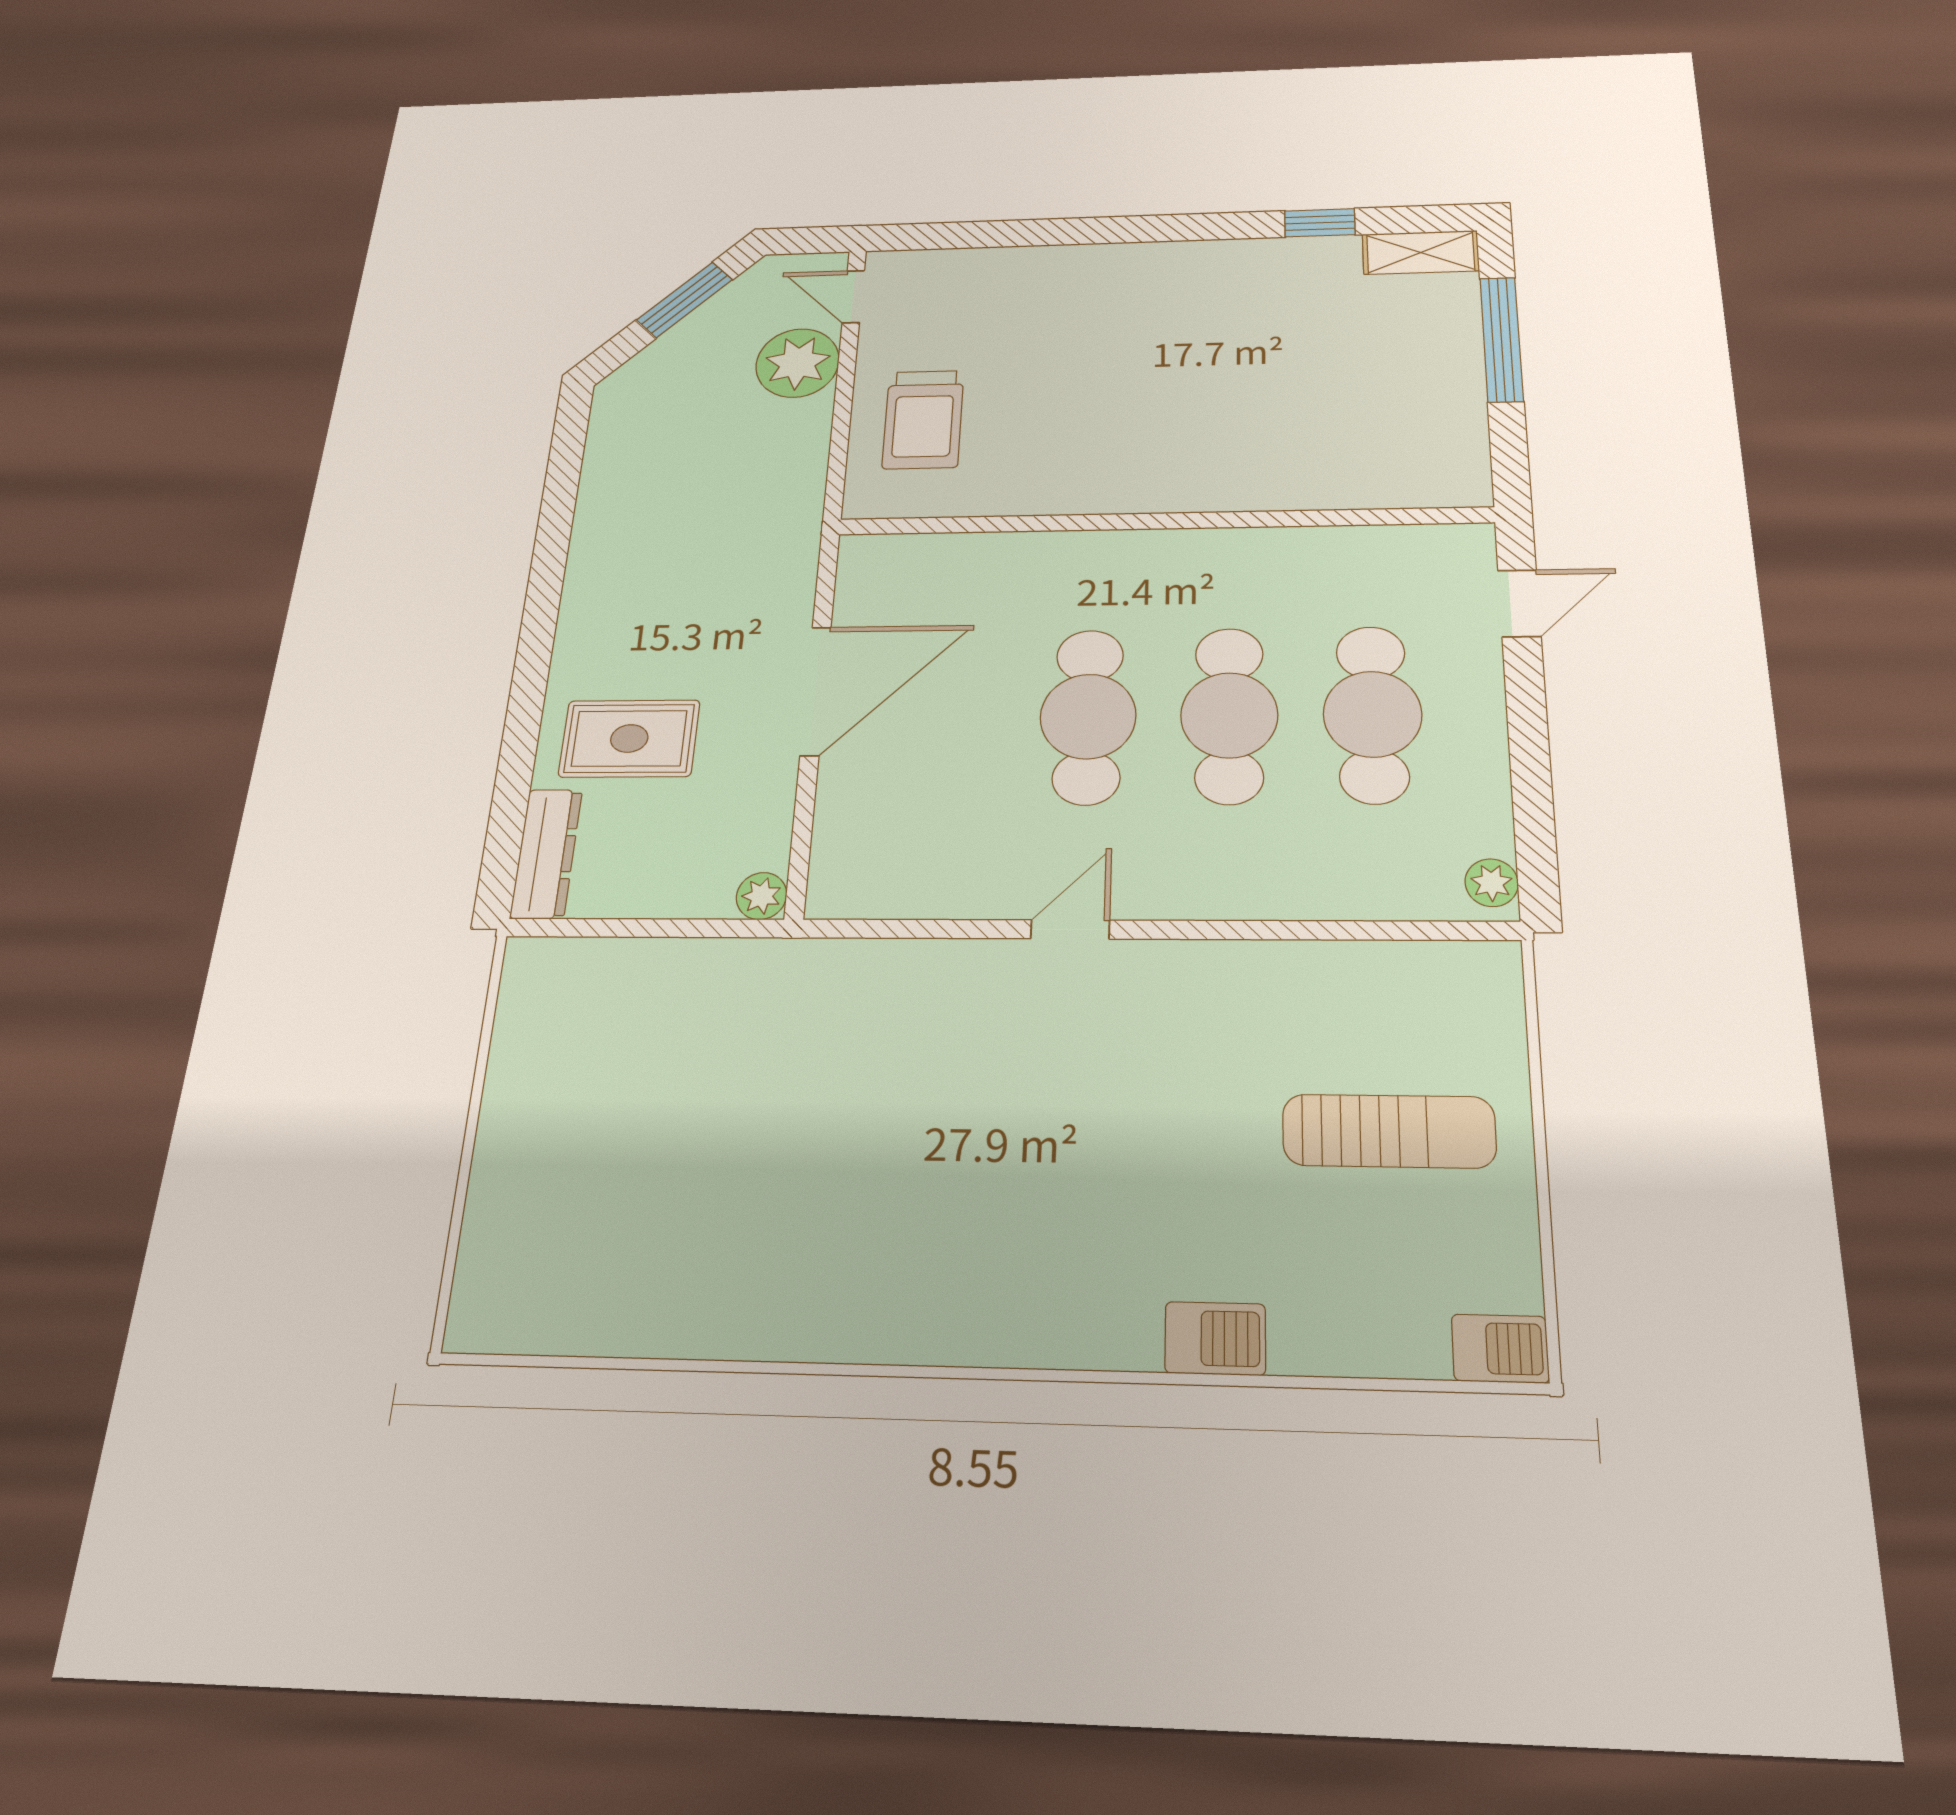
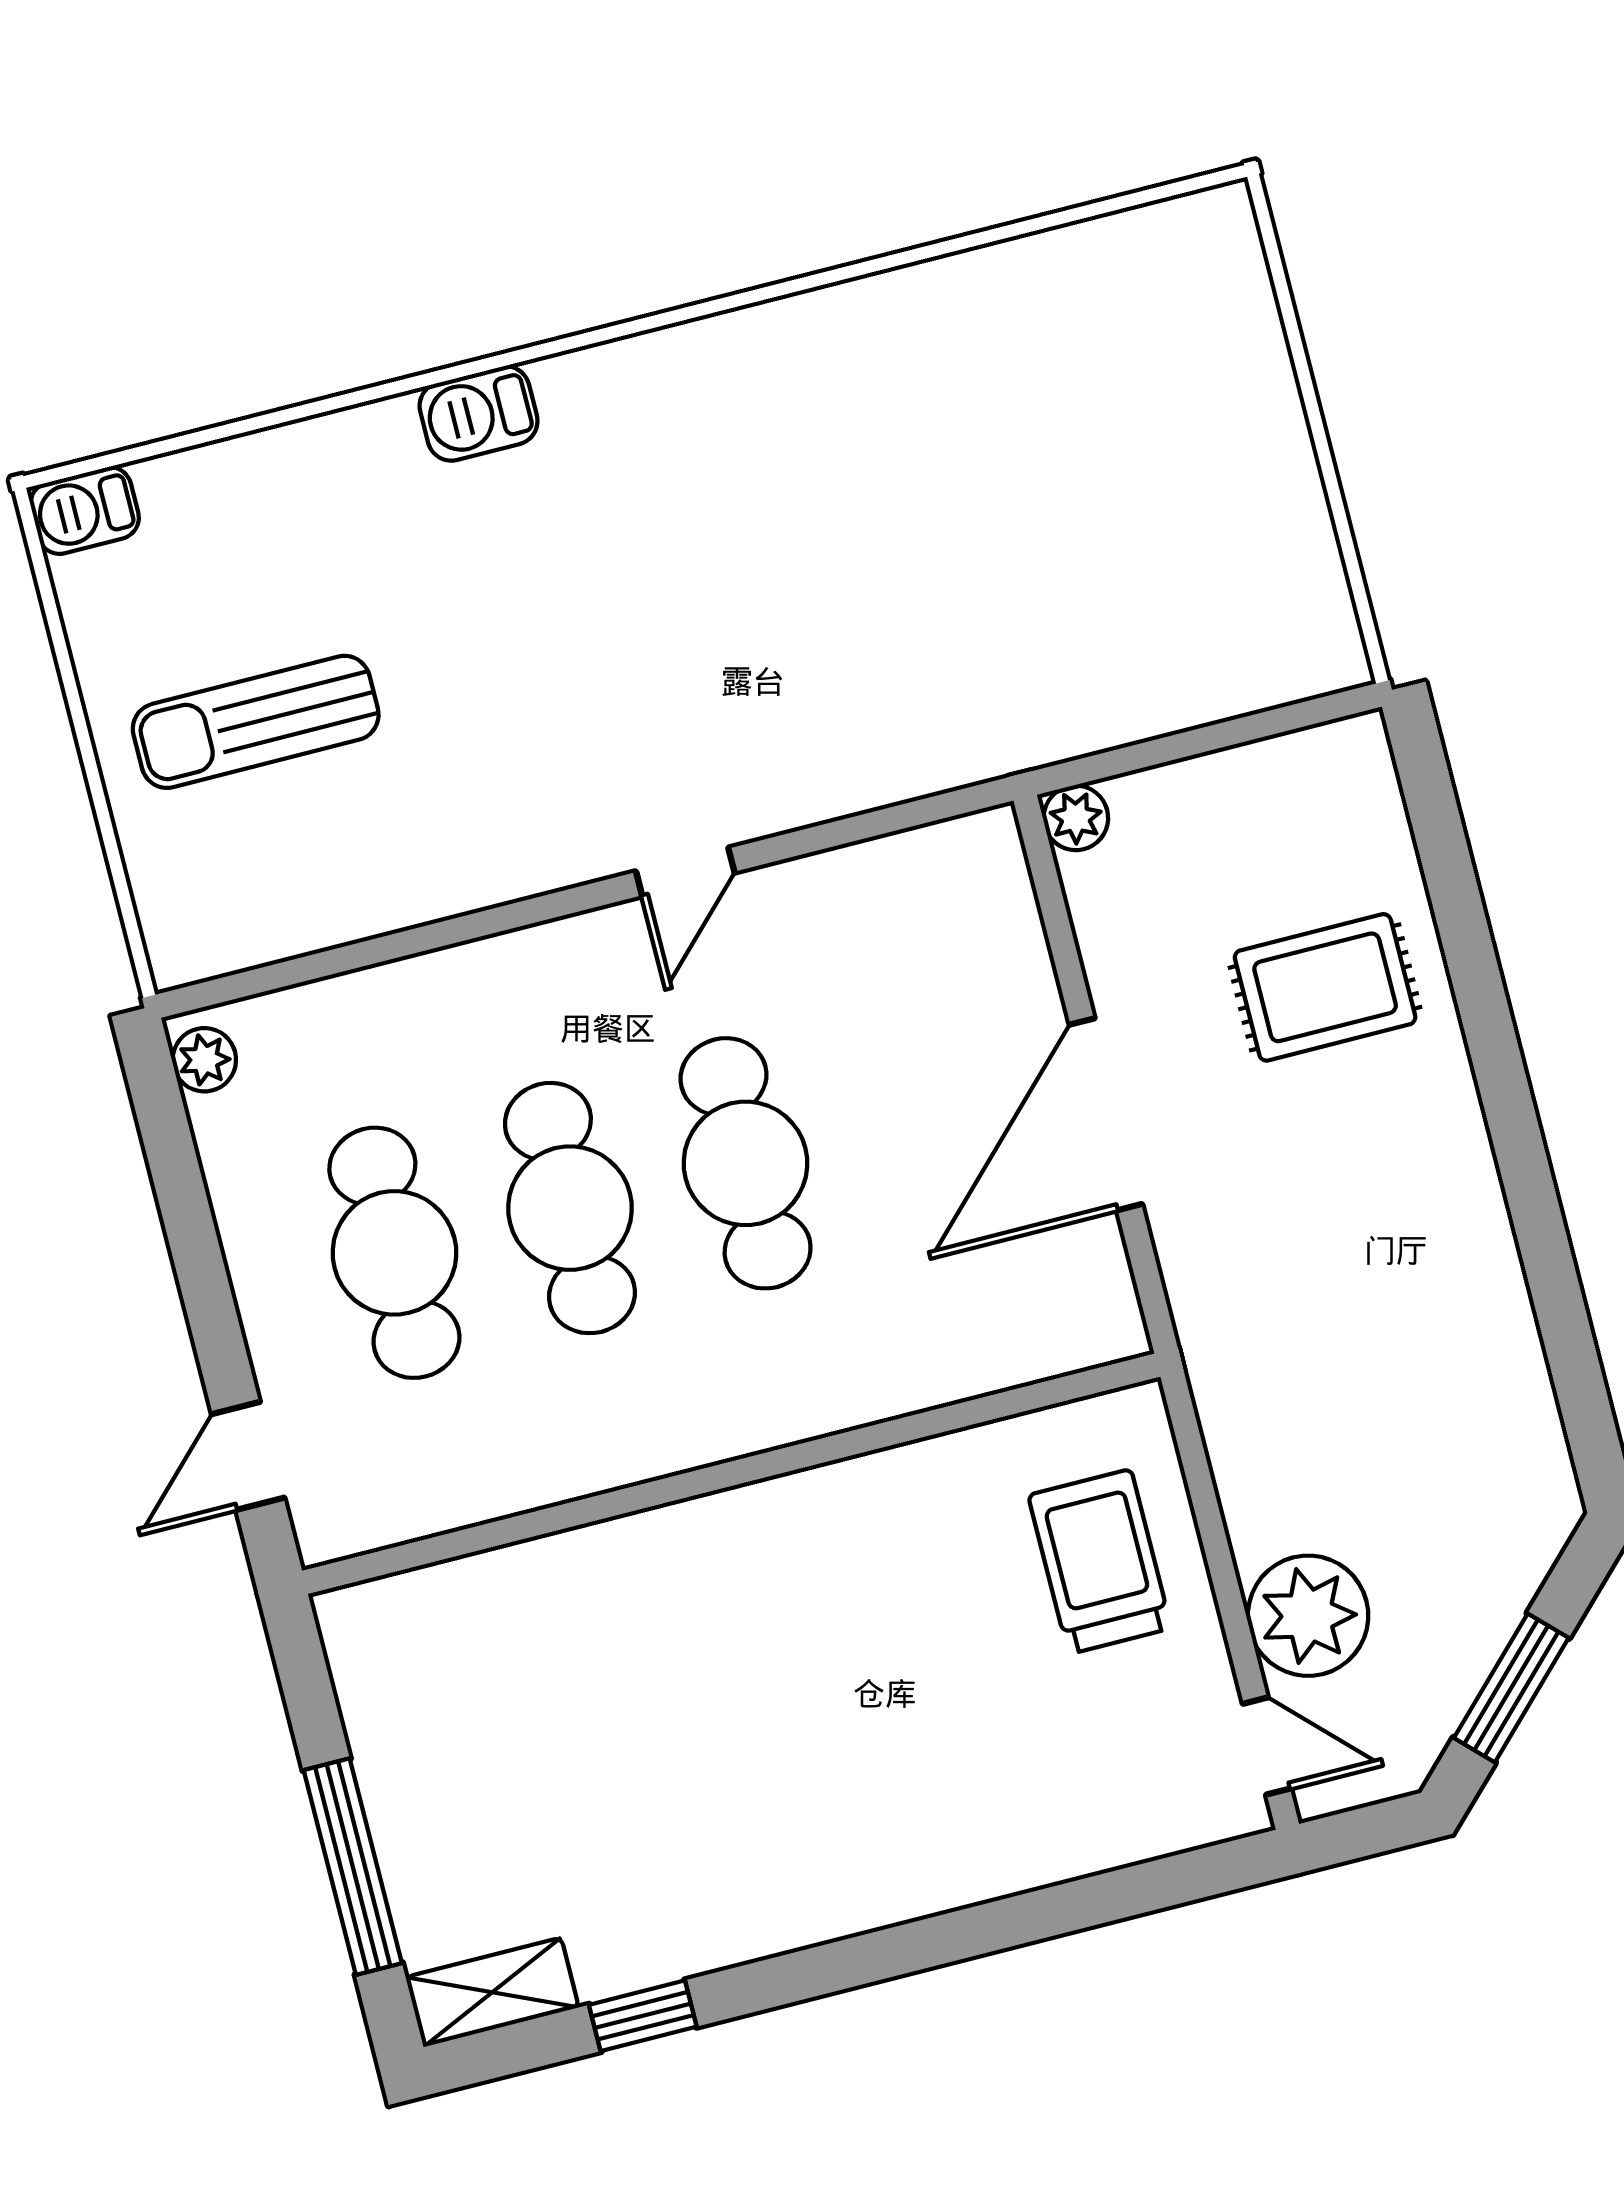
dresser: (546, 854) -> (1370, 804), removed
barbecue: (1215, 1338) -> (479, 413), moved

